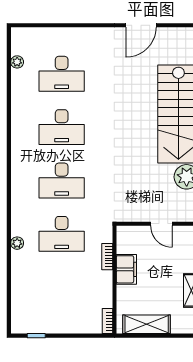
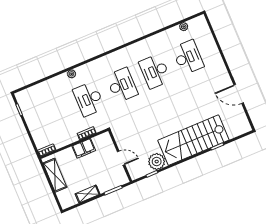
desk: (62, 74) -> (188, 57), turned 180
desk: (62, 180) -> (122, 85), turned 180
door: (161, 224) -> (121, 158), swing flipped

